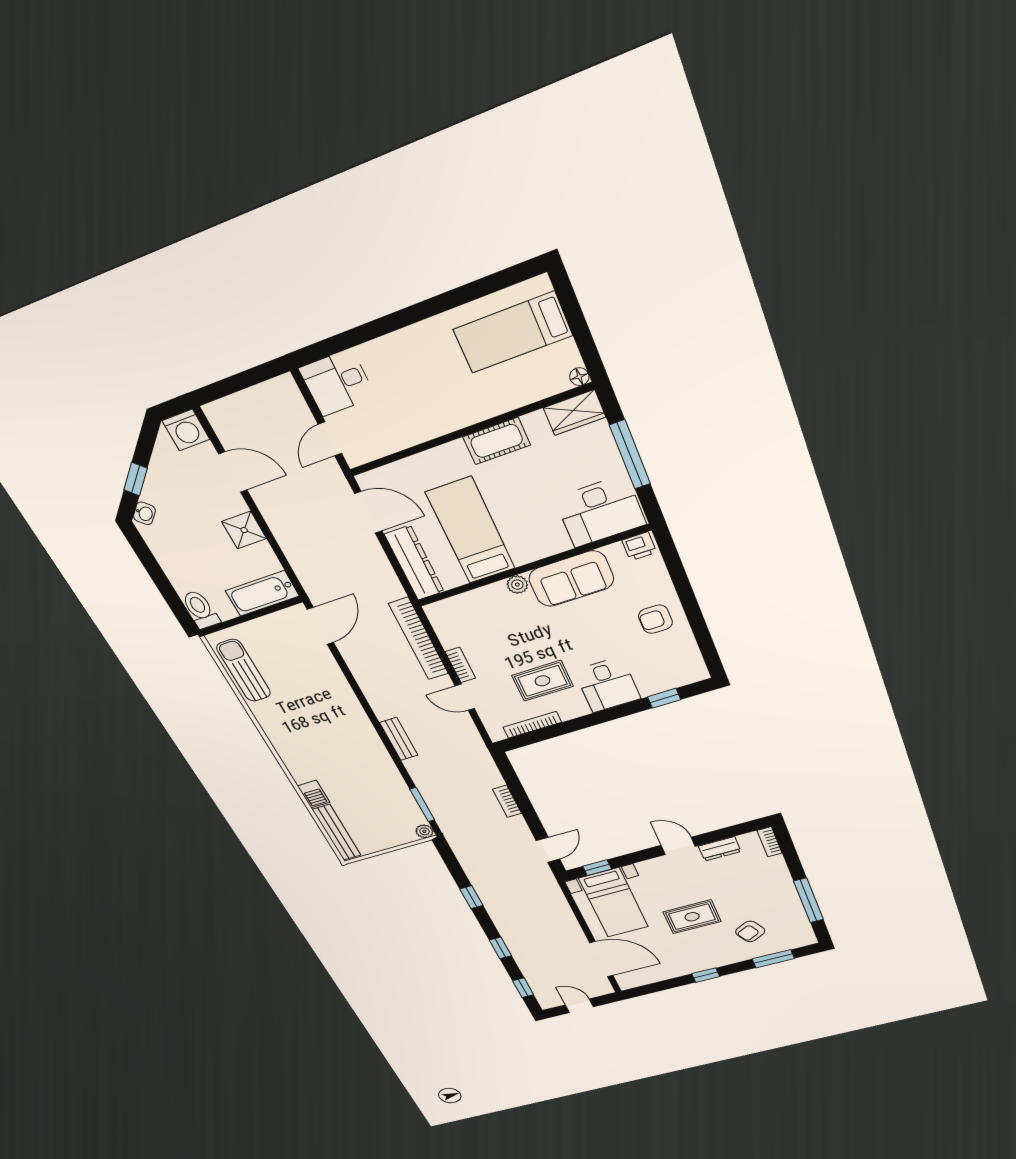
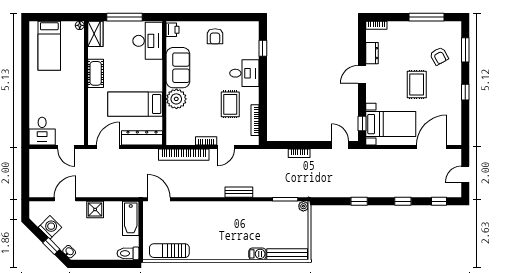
washing machine: (186, 430) -> (50, 227), moved, turned -45
plant: (517, 585) -> (176, 99), width x1.88, depth x1.88

